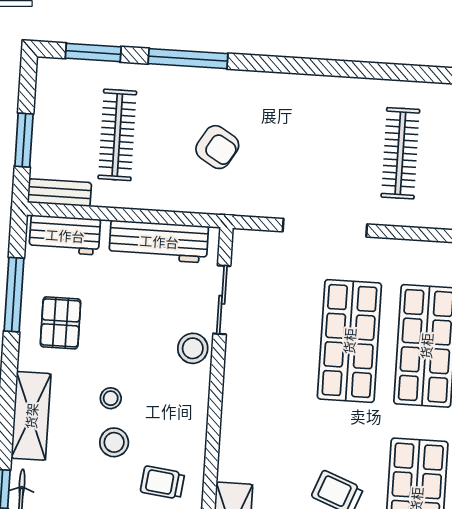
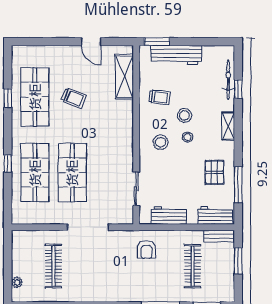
armchair: (217, 147) -> (147, 250), moved, turned -121
workbench: (159, 241) -> (169, 215), width x0.73
stool: (193, 348) -> (161, 142), moved
shelving: (31, 416) -> (228, 126), width x0.67, depth x0.75

